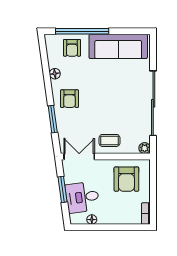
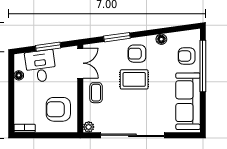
rug: (96, 101) -> (134, 79), added

